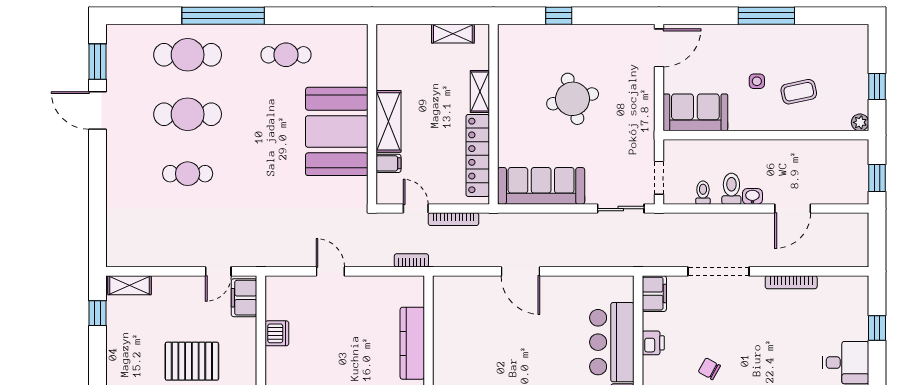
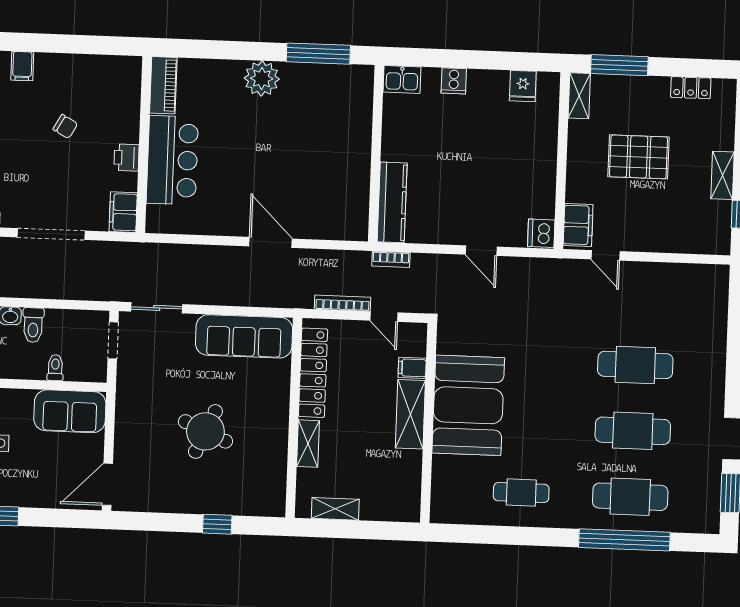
window: (223, 16) -> (624, 540), moved
round table: (573, 99) -> (205, 431), turned 38
cafe table: (188, 174) -> (635, 365), width x1.37, depth x1.35
toilet: (703, 193) -> (55, 368), moved, turned 180
door: (218, 271) -> (605, 255), swing flipped
shelving: (129, 285) -> (723, 175), moved, turned 90
dishwasher: (277, 333) -> (541, 233), moved
kitchen counter: (412, 343) -> (392, 202), moved

